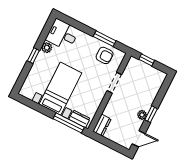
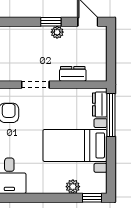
plant: (47, 48) -> (73, 187), moved
window: (33, 56) -> (92, 198), moved
dresser: (102, 125) -> (73, 74), moved

